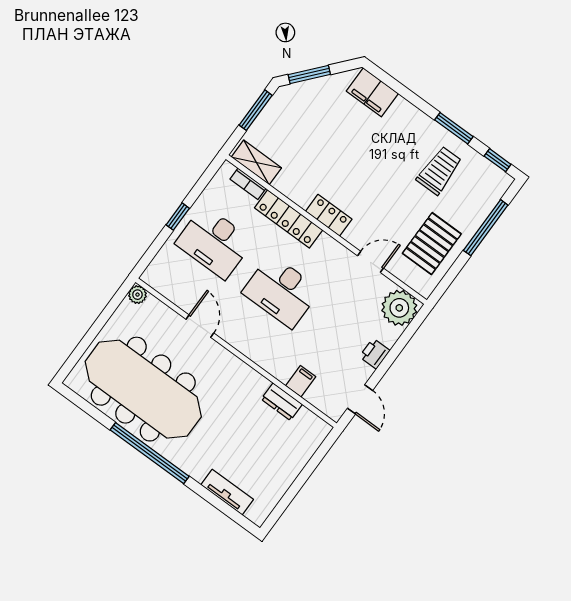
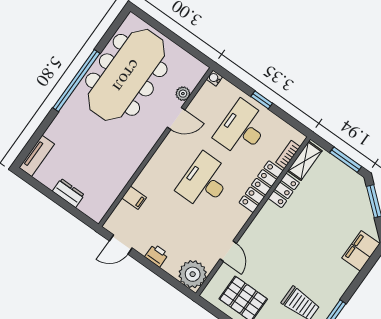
locker: (329, 215) -> (284, 190), moved
water cooler: (149, 277) -> (214, 78), added
plant: (137, 295) -> (183, 94), moved
dresser: (282, 402) -> (68, 193), moved, turned 90
tv unit: (227, 492) -> (37, 156), moved

